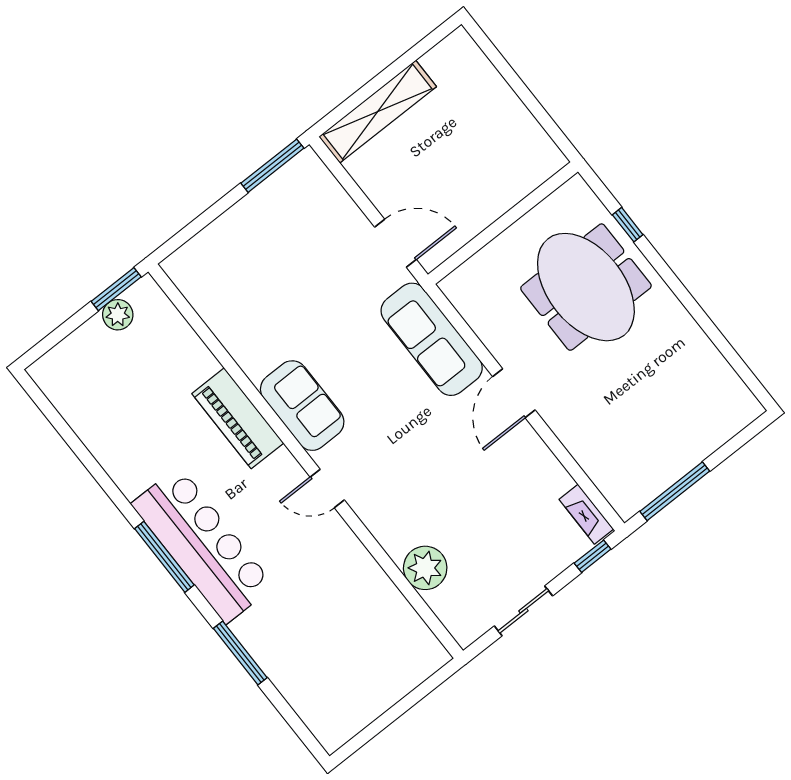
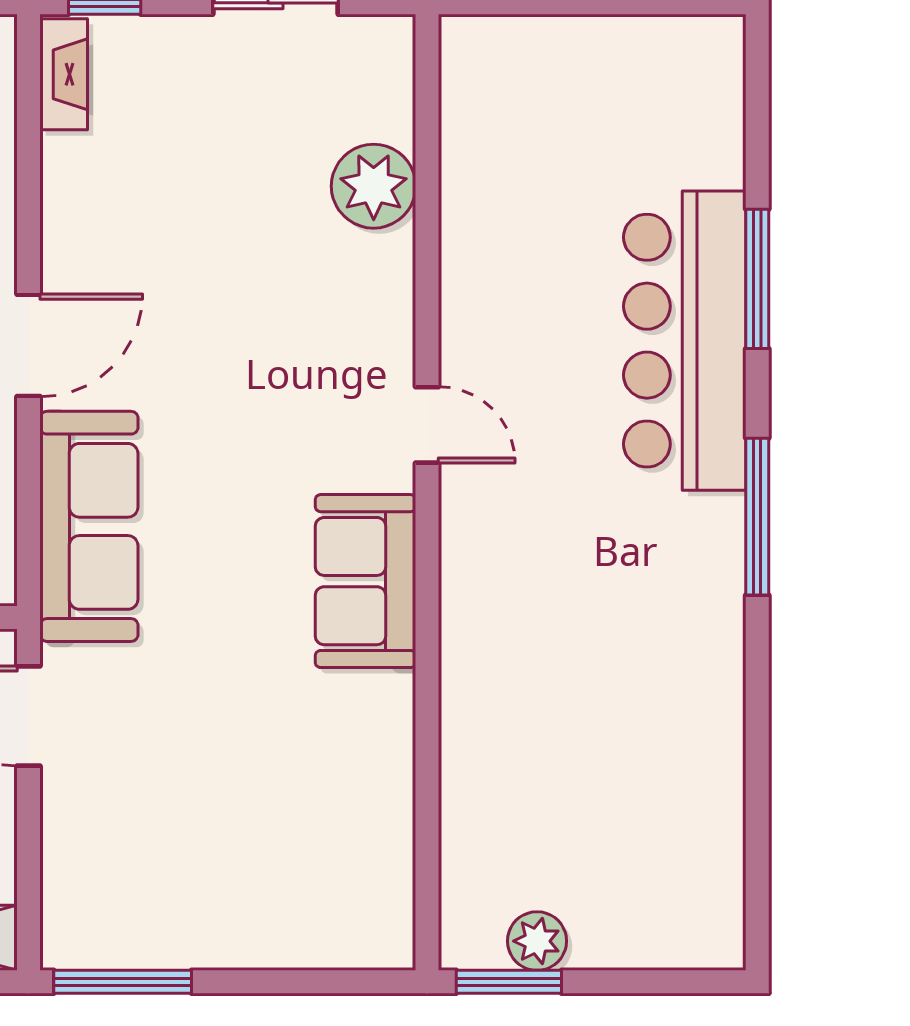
piano: (238, 418) -> (479, 639), removed
bar counter: (203, 545) -> (685, 341), moved

